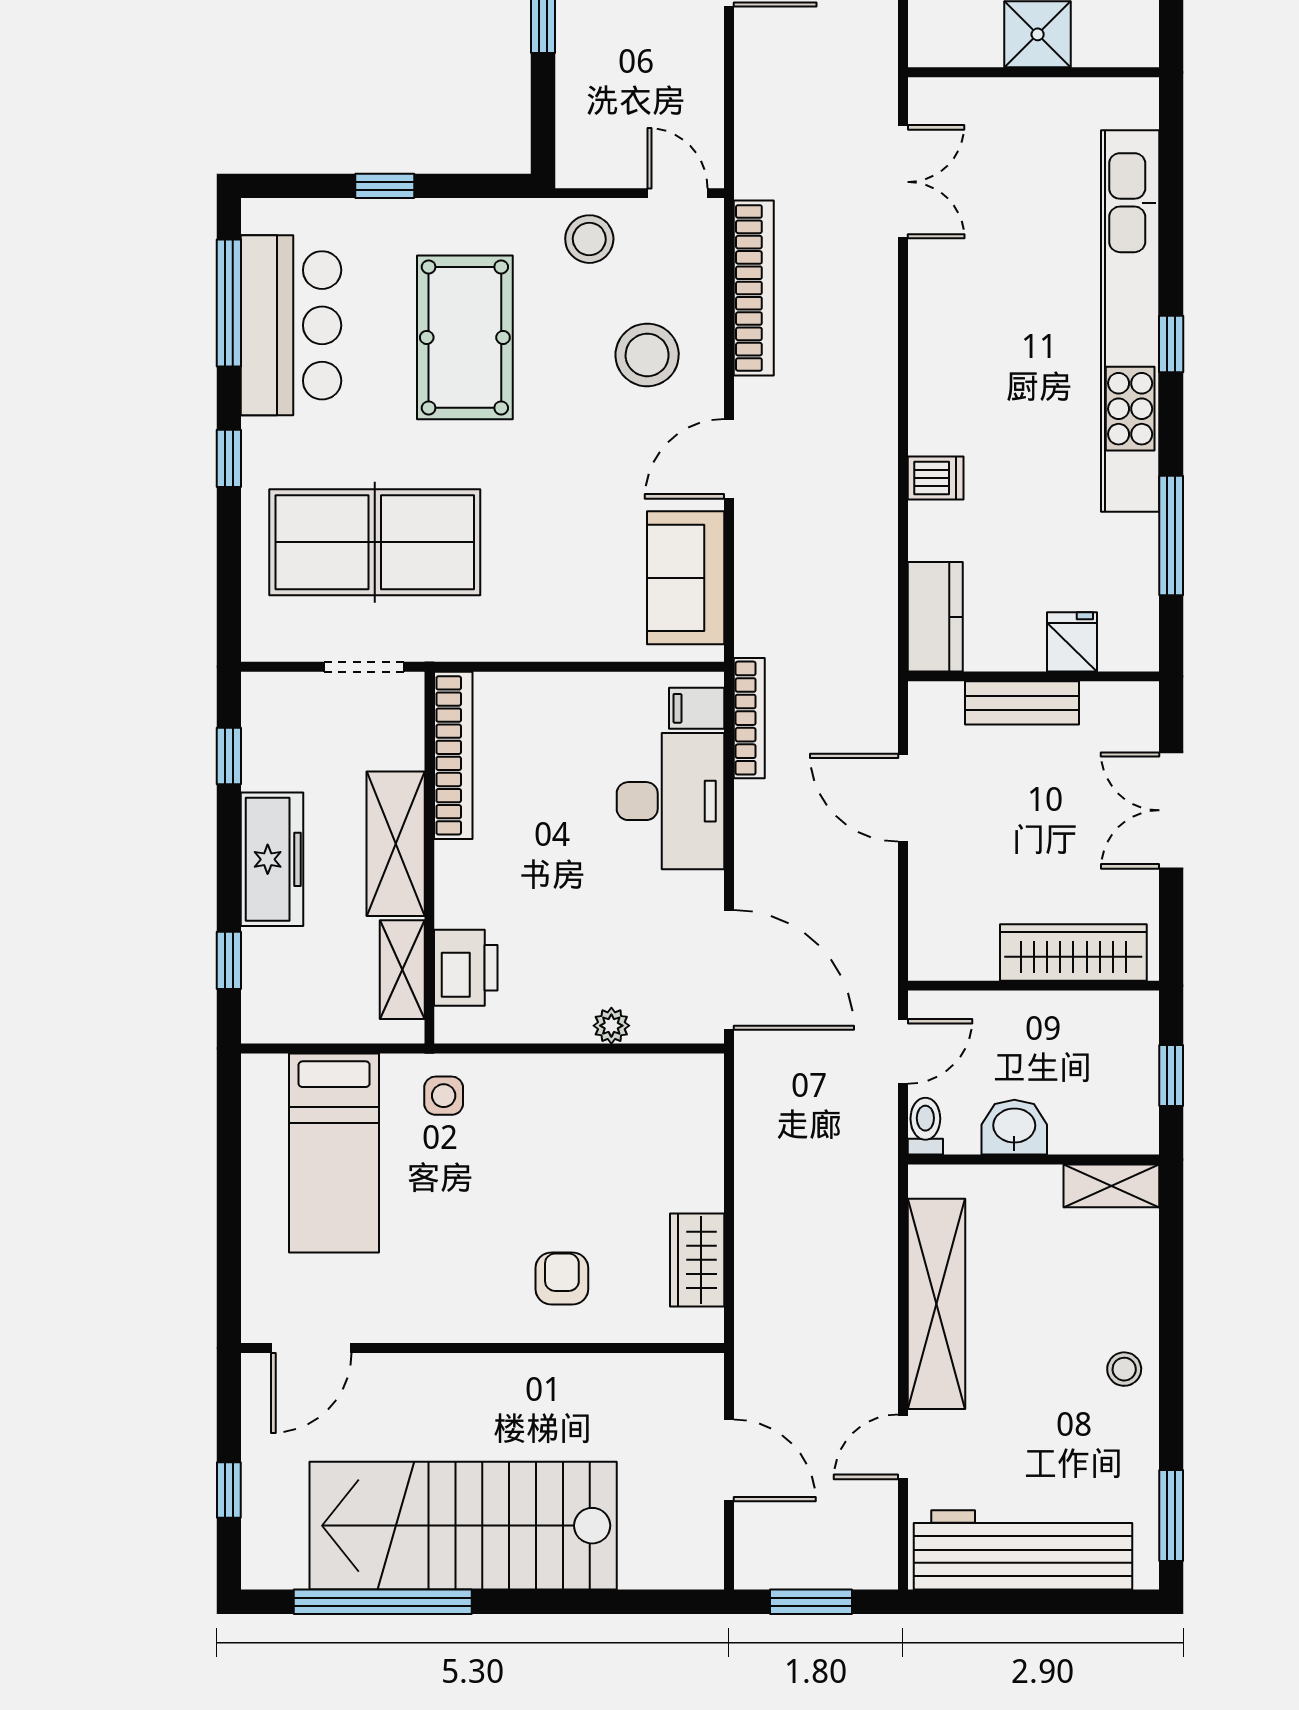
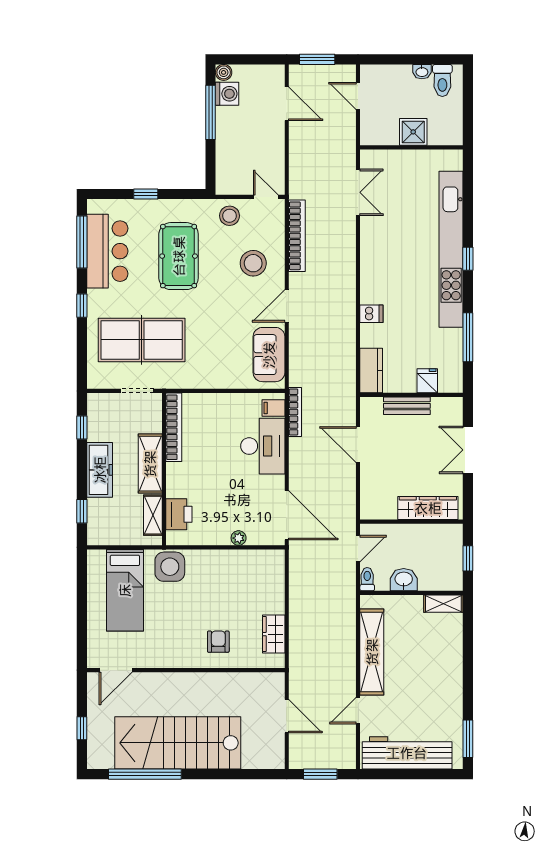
side table: (444, 1096) -> (170, 567), width x1.87, depth x1.87
stool: (1124, 1369) -> (449, 679), removed

